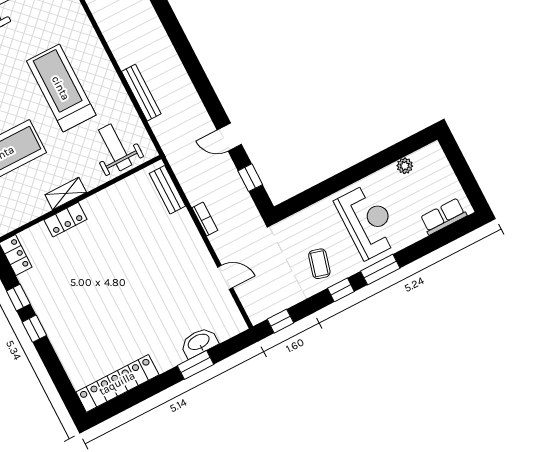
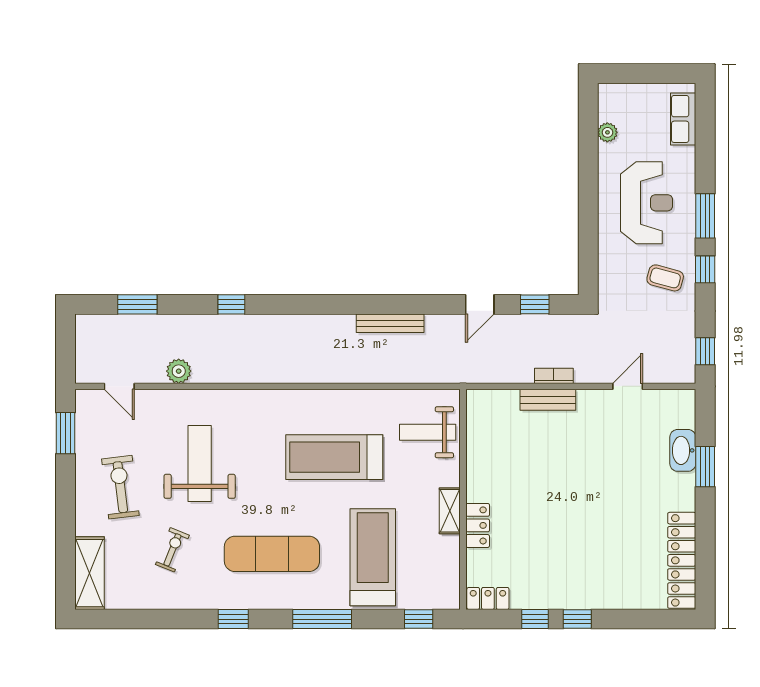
bench: (141, 93) -> (390, 323), moved
bench: (167, 190) -> (548, 400), moved
reception desk: (368, 221) -> (646, 203), turned 90

